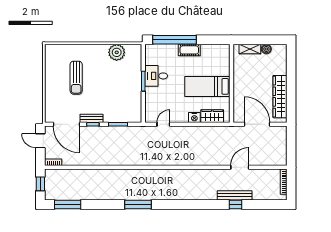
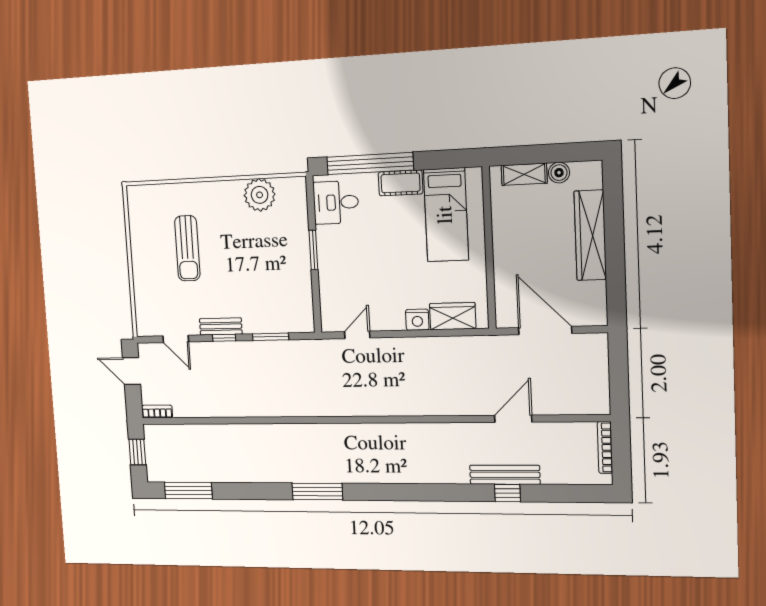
desk: (156, 76) -> (336, 202), moved
bed: (207, 86) -> (446, 215), moved, turned -90
wardrobe: (280, 97) -> (590, 235), moved
door: (66, 124) -> (176, 339), width x0.53

